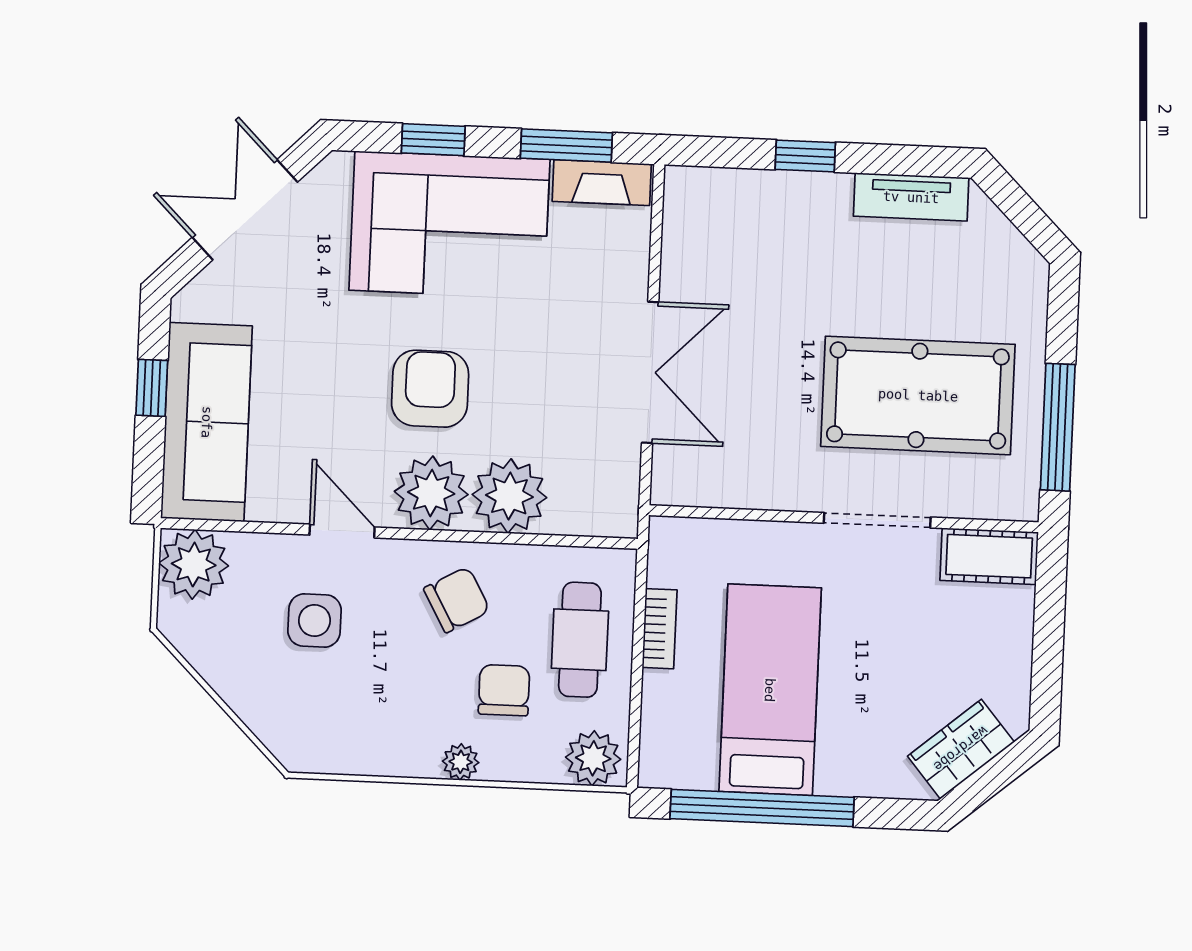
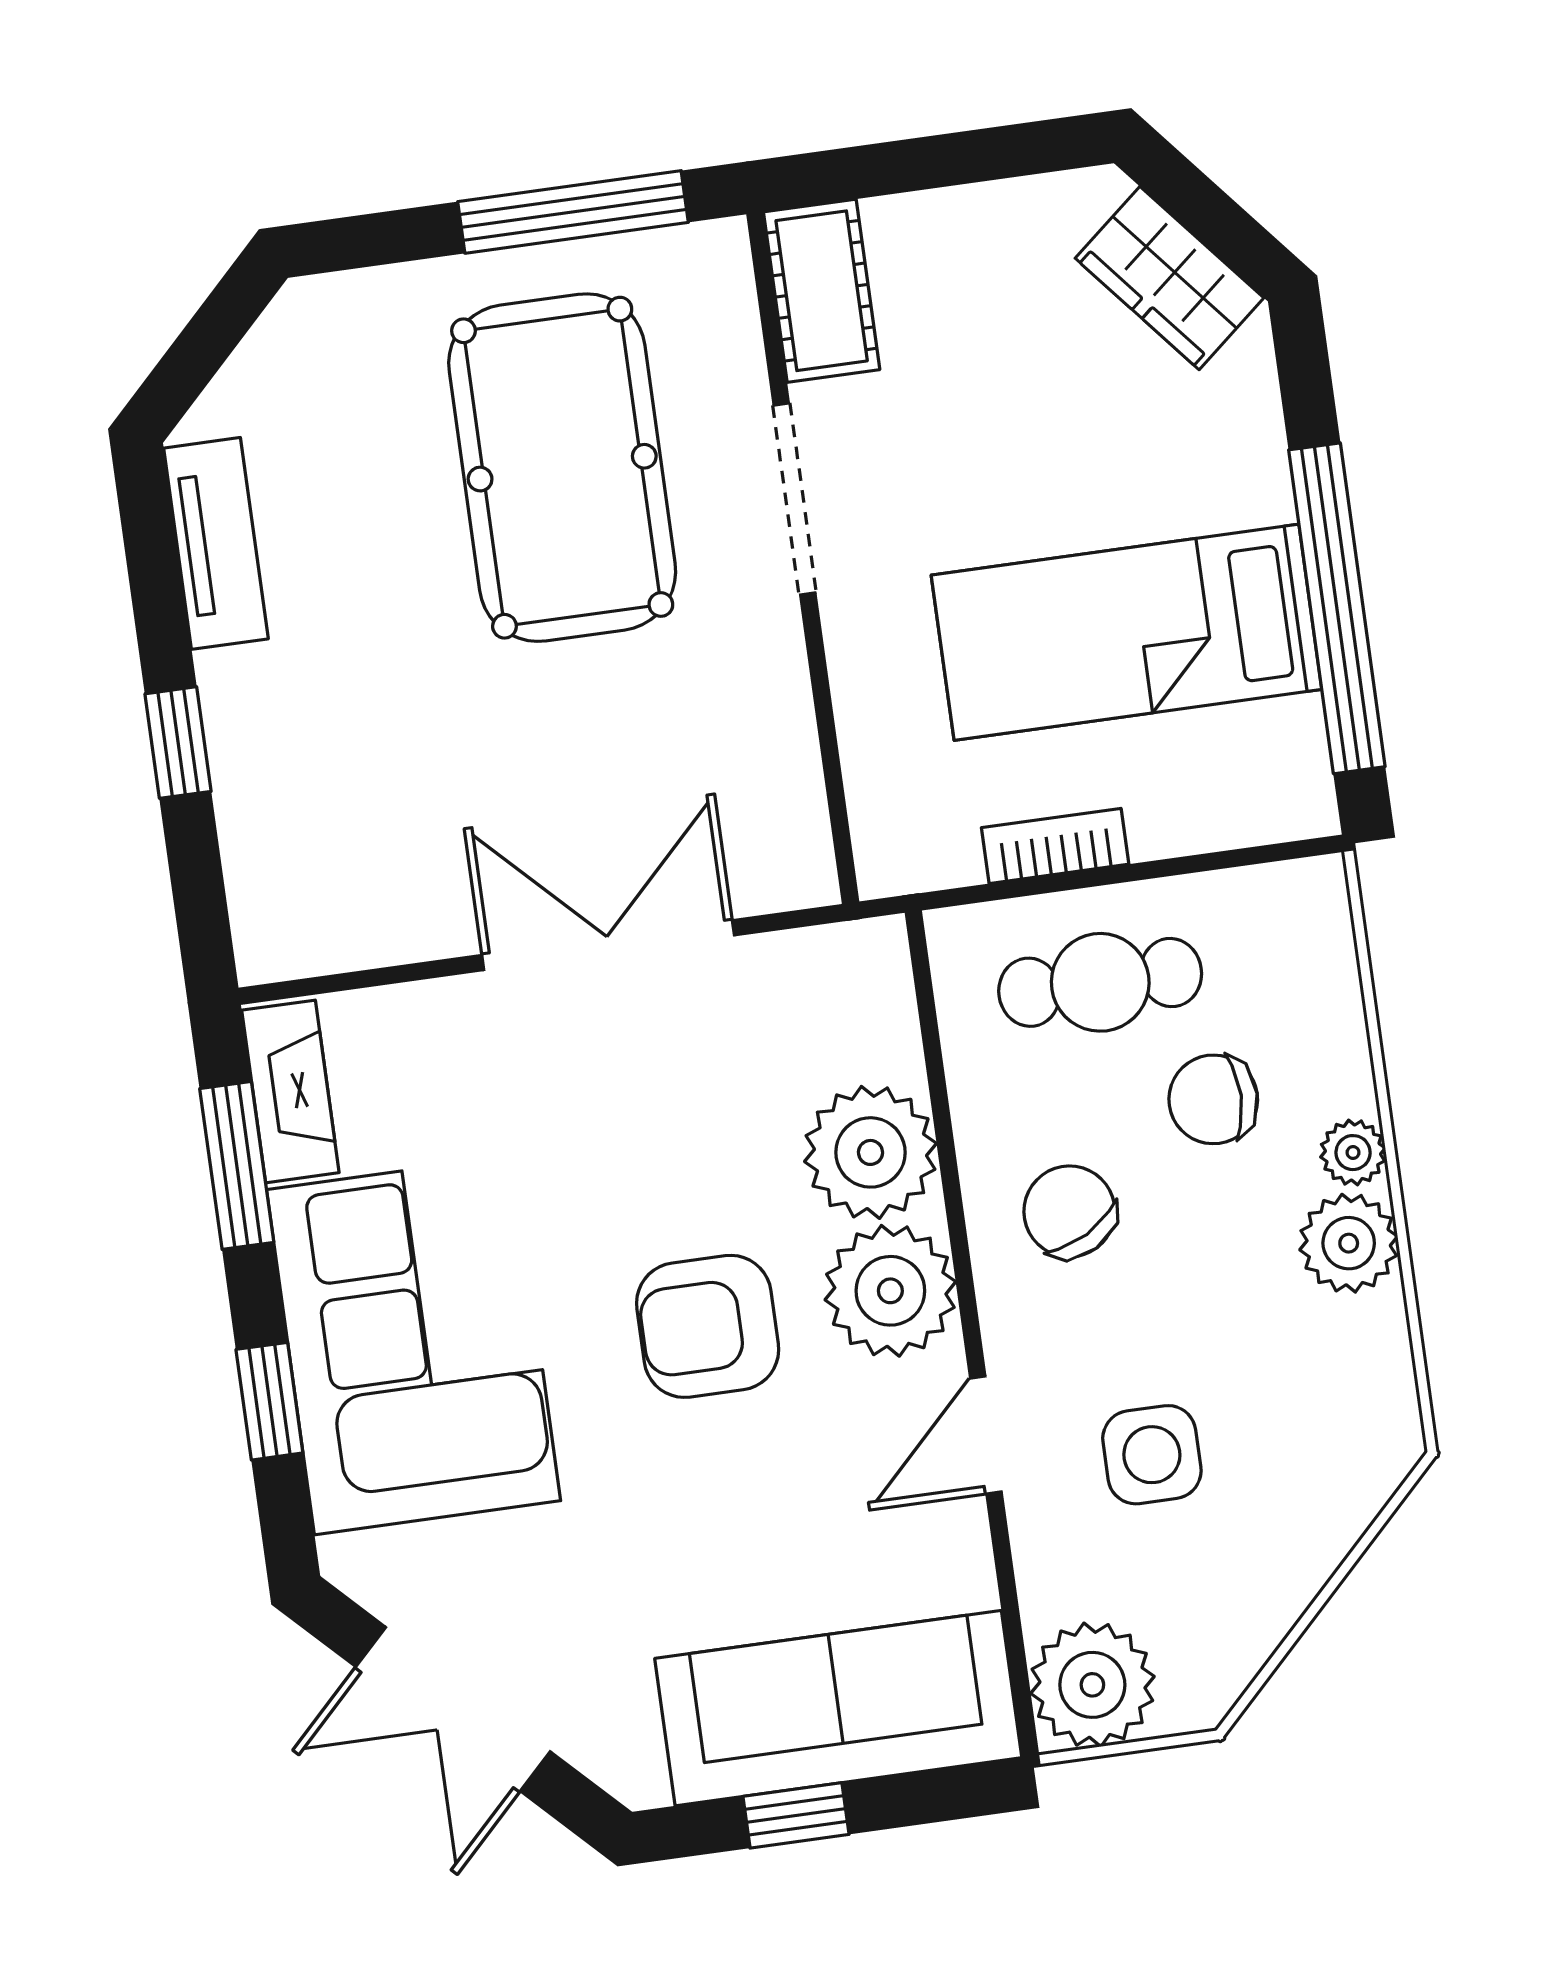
plant: (593, 758) -> (1349, 1243), moved

